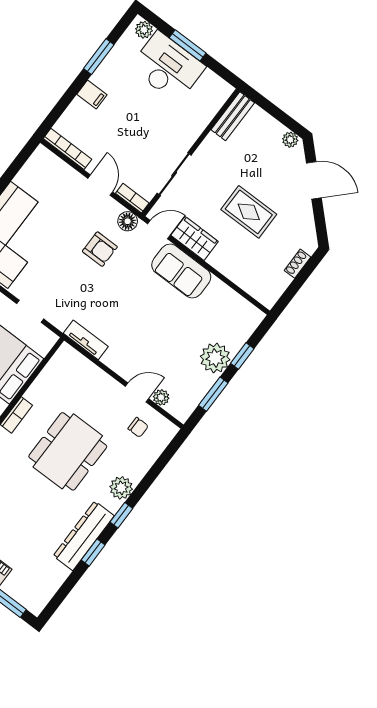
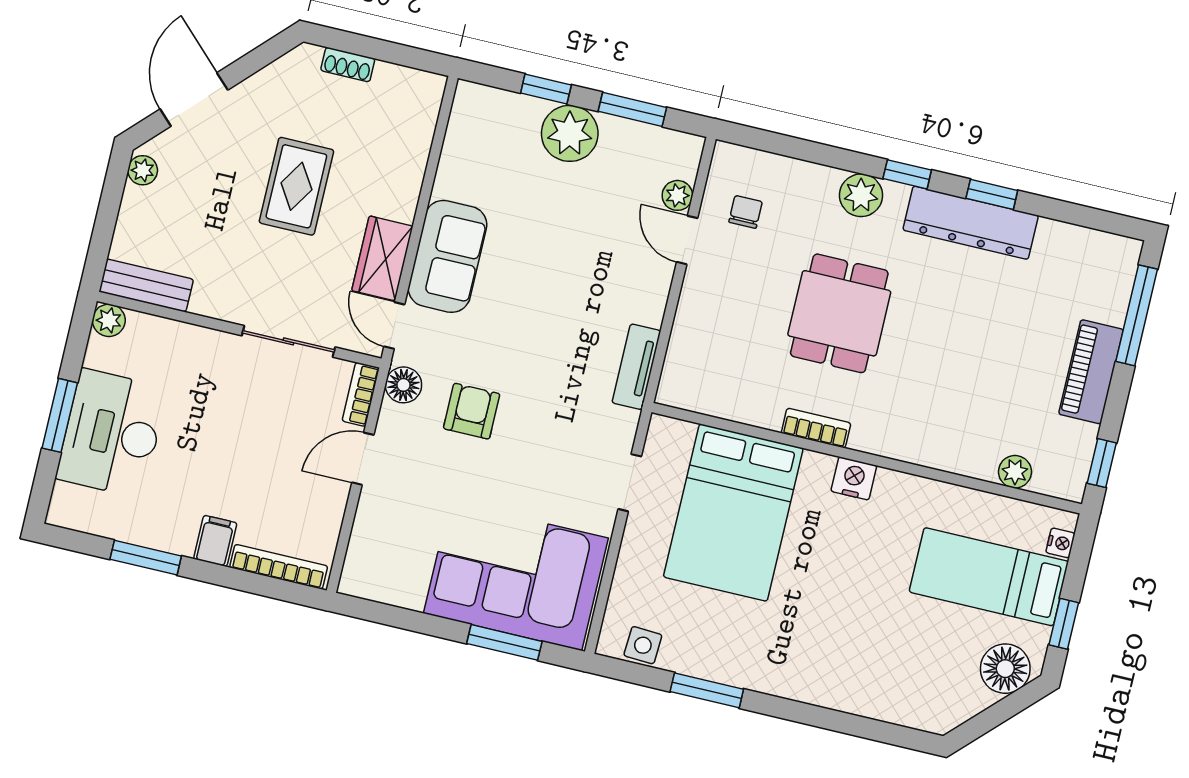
plant: (144, 30) -> (109, 320), moved
bookcase: (67, 149) -> (279, 567), moved, turned 90
dining table: (68, 451) -> (839, 313), width x0.73

